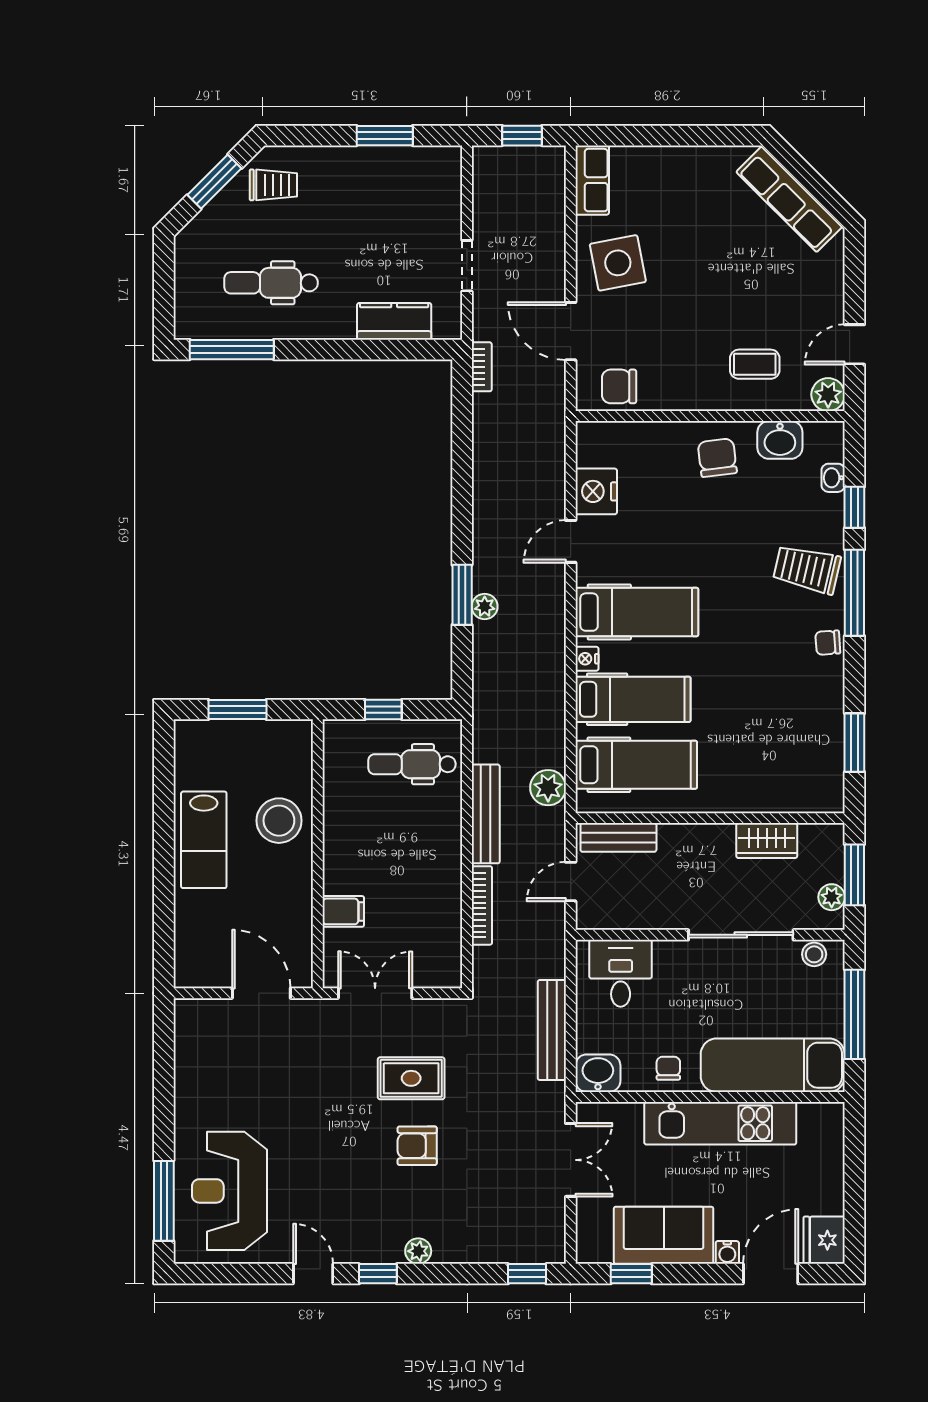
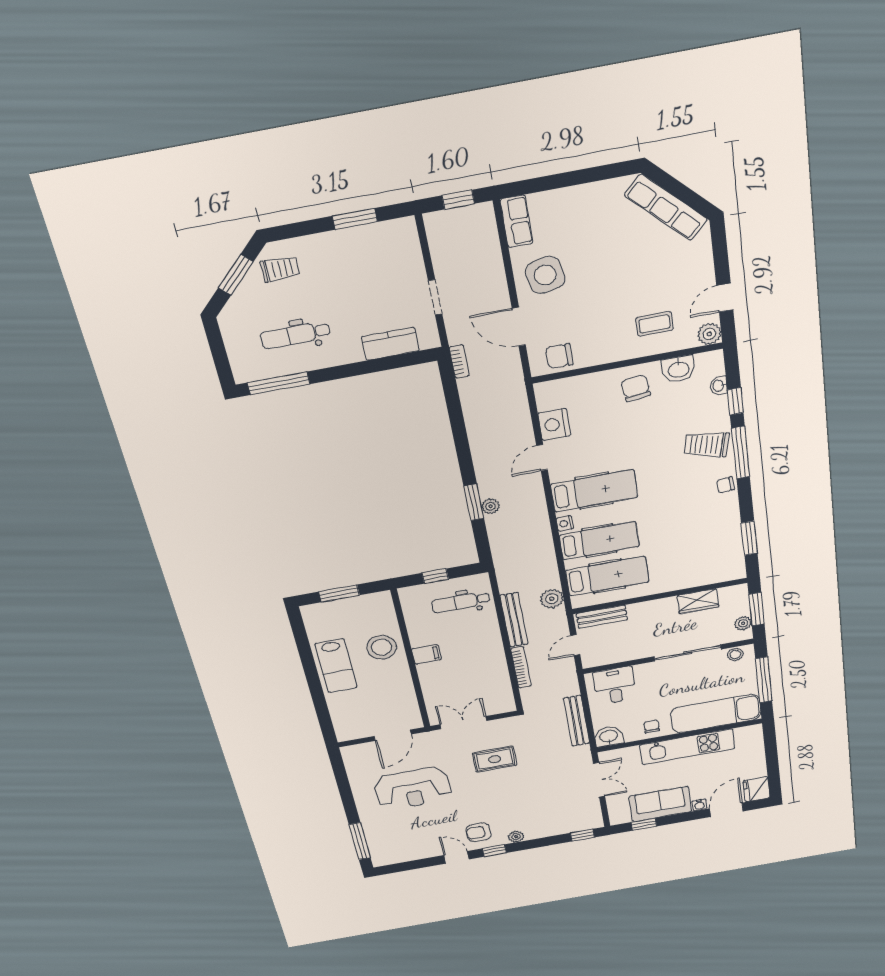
filing cabinet: (343, 911) -> (426, 654), moved
door: (261, 993) -> (393, 735), swing flipped
armchair: (417, 1146) -> (479, 832), moved
reception desk: (229, 1191) -> (413, 788), moved, turned -90

